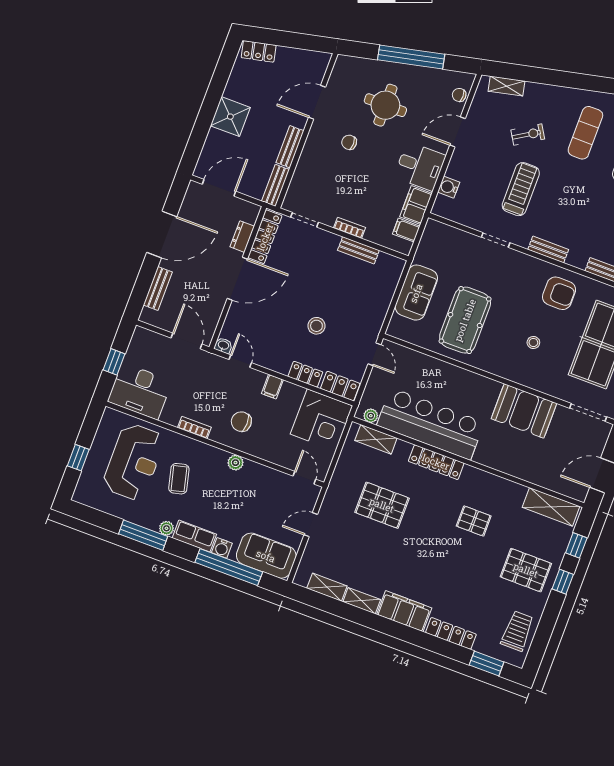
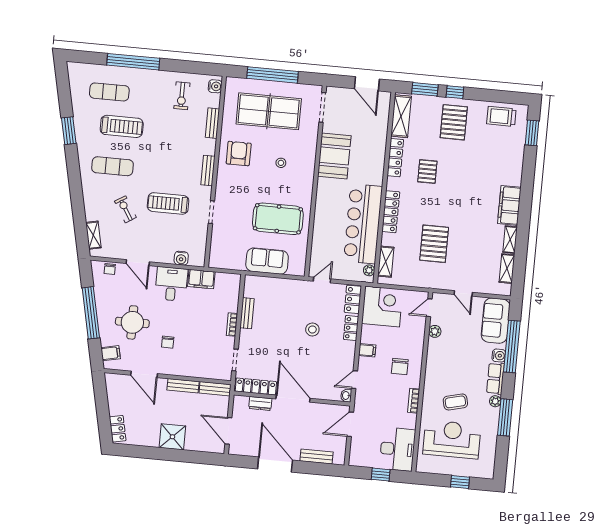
filing cabinet: (406, 230) -> (111, 353), moved, turned -102
plant: (236, 463) -> (435, 331), moved
window: (576, 545) -> (425, 89), width x1.50
locker: (451, 633) -> (395, 158), moved, turned 180

